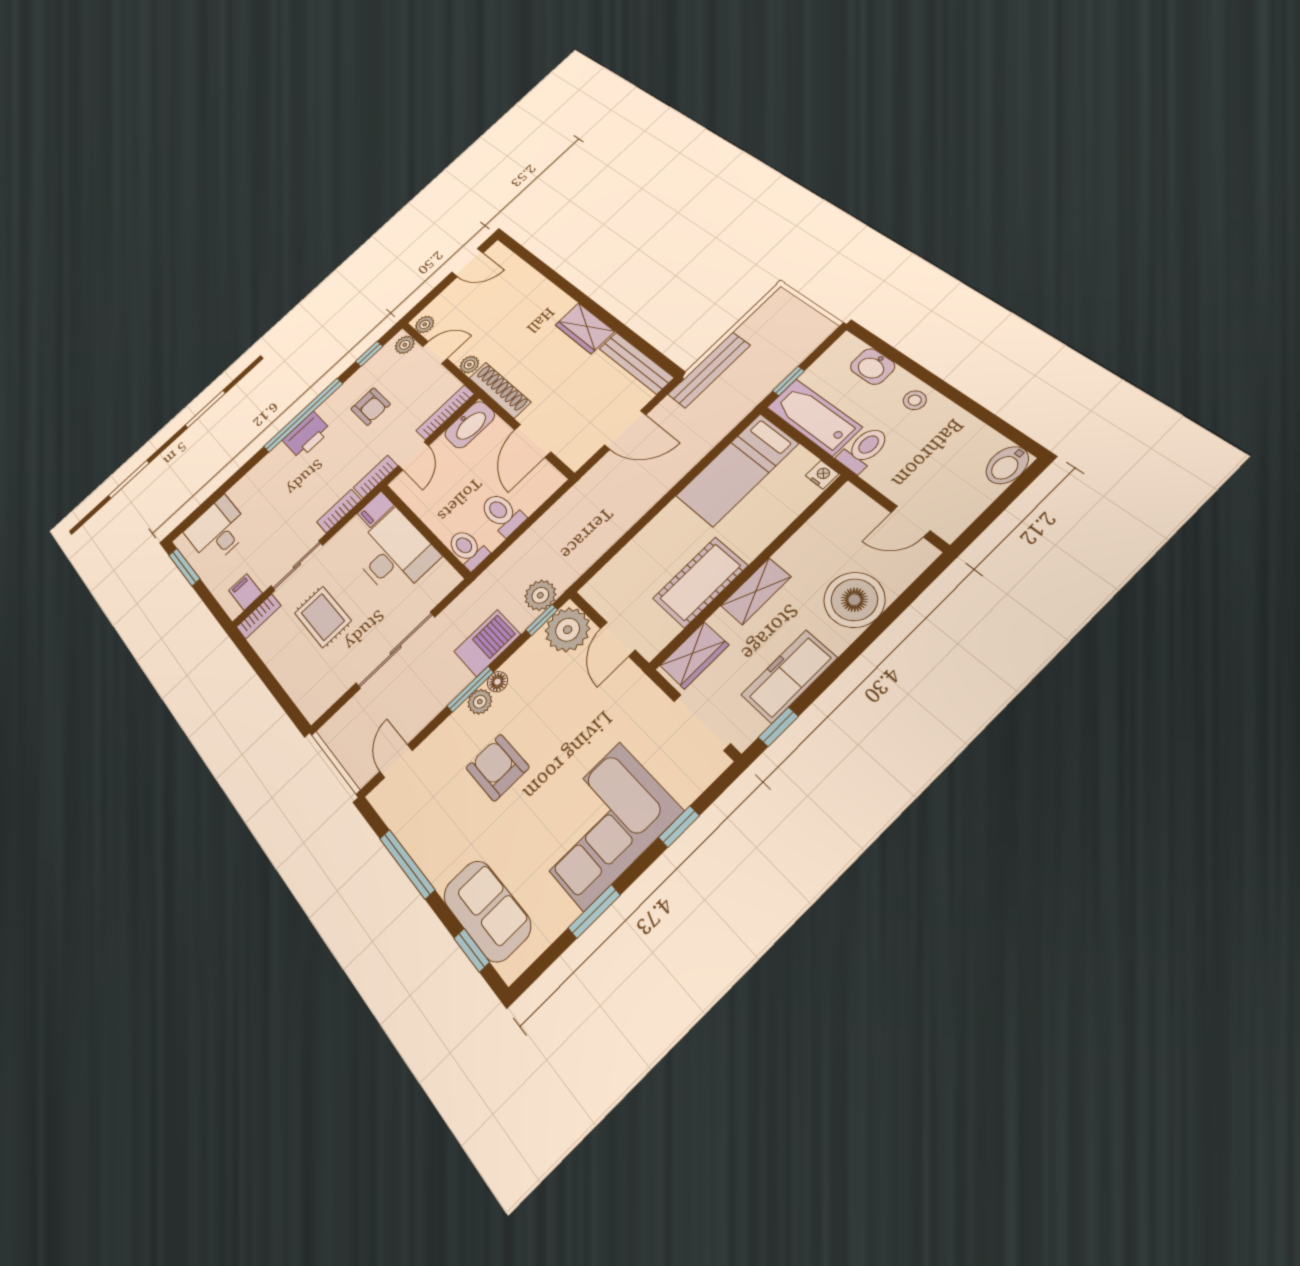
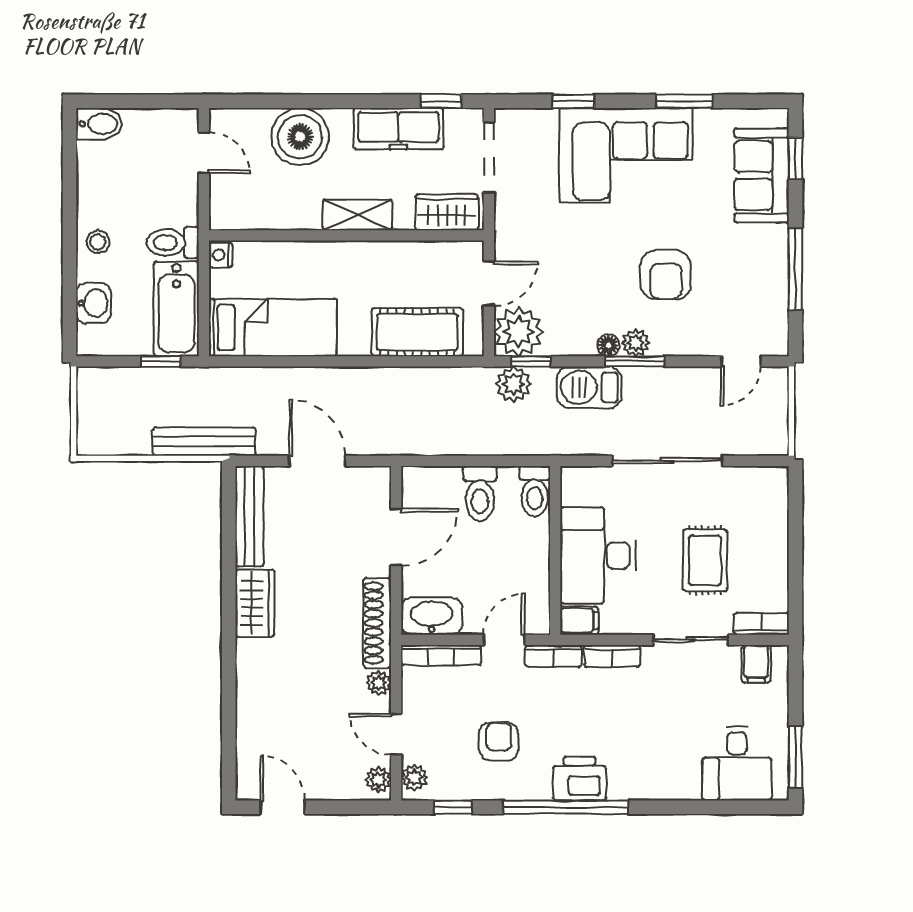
cot: (700, 582) -> (417, 332), moved

